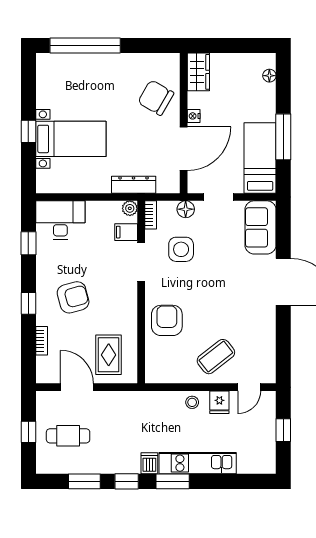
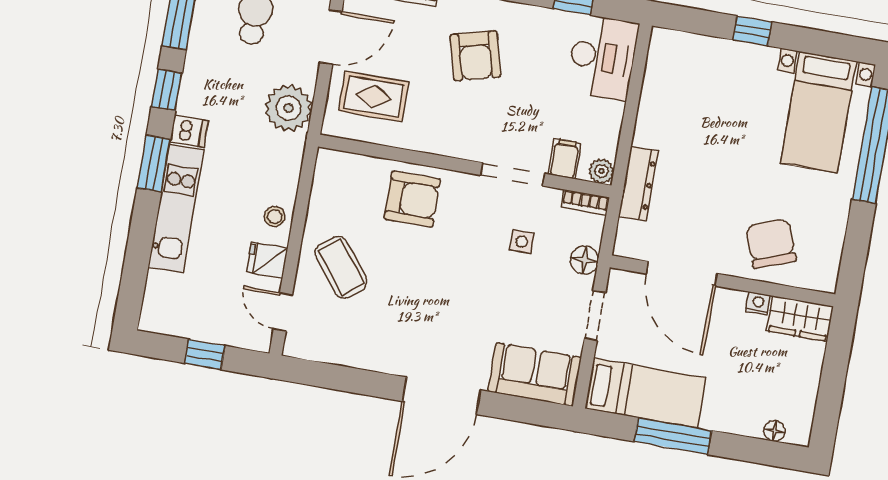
chair: (156, 98) -> (771, 243), turned -51
nightstand: (194, 116) -> (758, 303), moved
bed with nightstands: (71, 139) -> (819, 112), moved
side table: (181, 249) -> (522, 242), width x0.54, depth x0.54
plant: (125, 405) -> (289, 108), added

